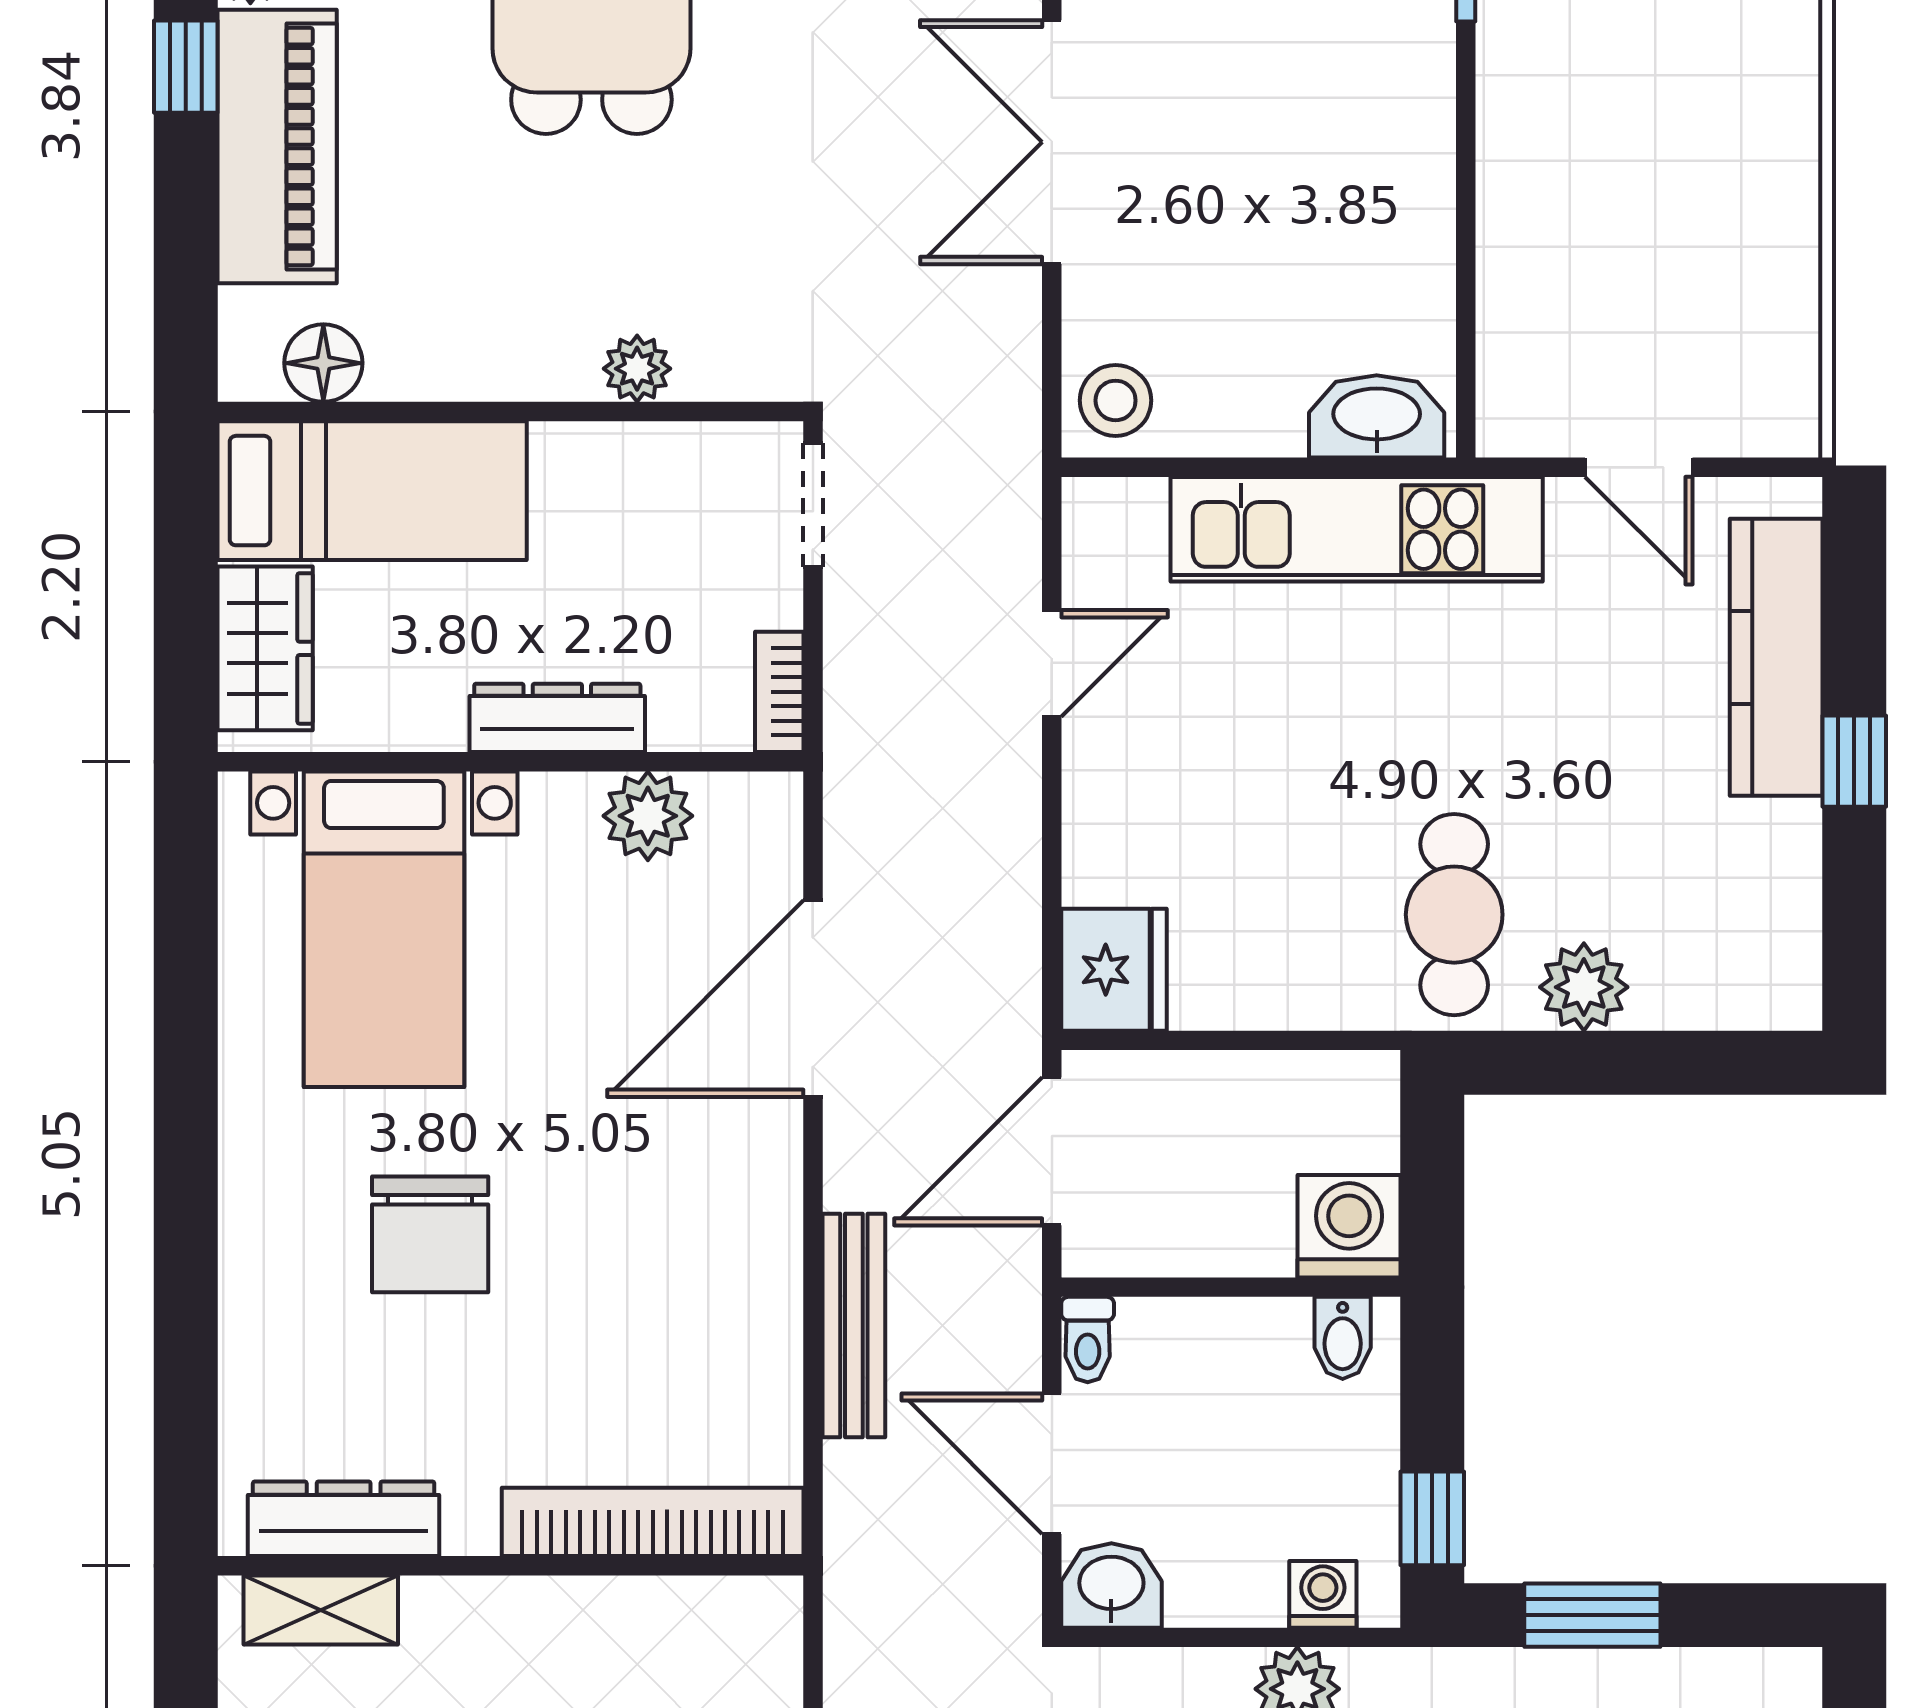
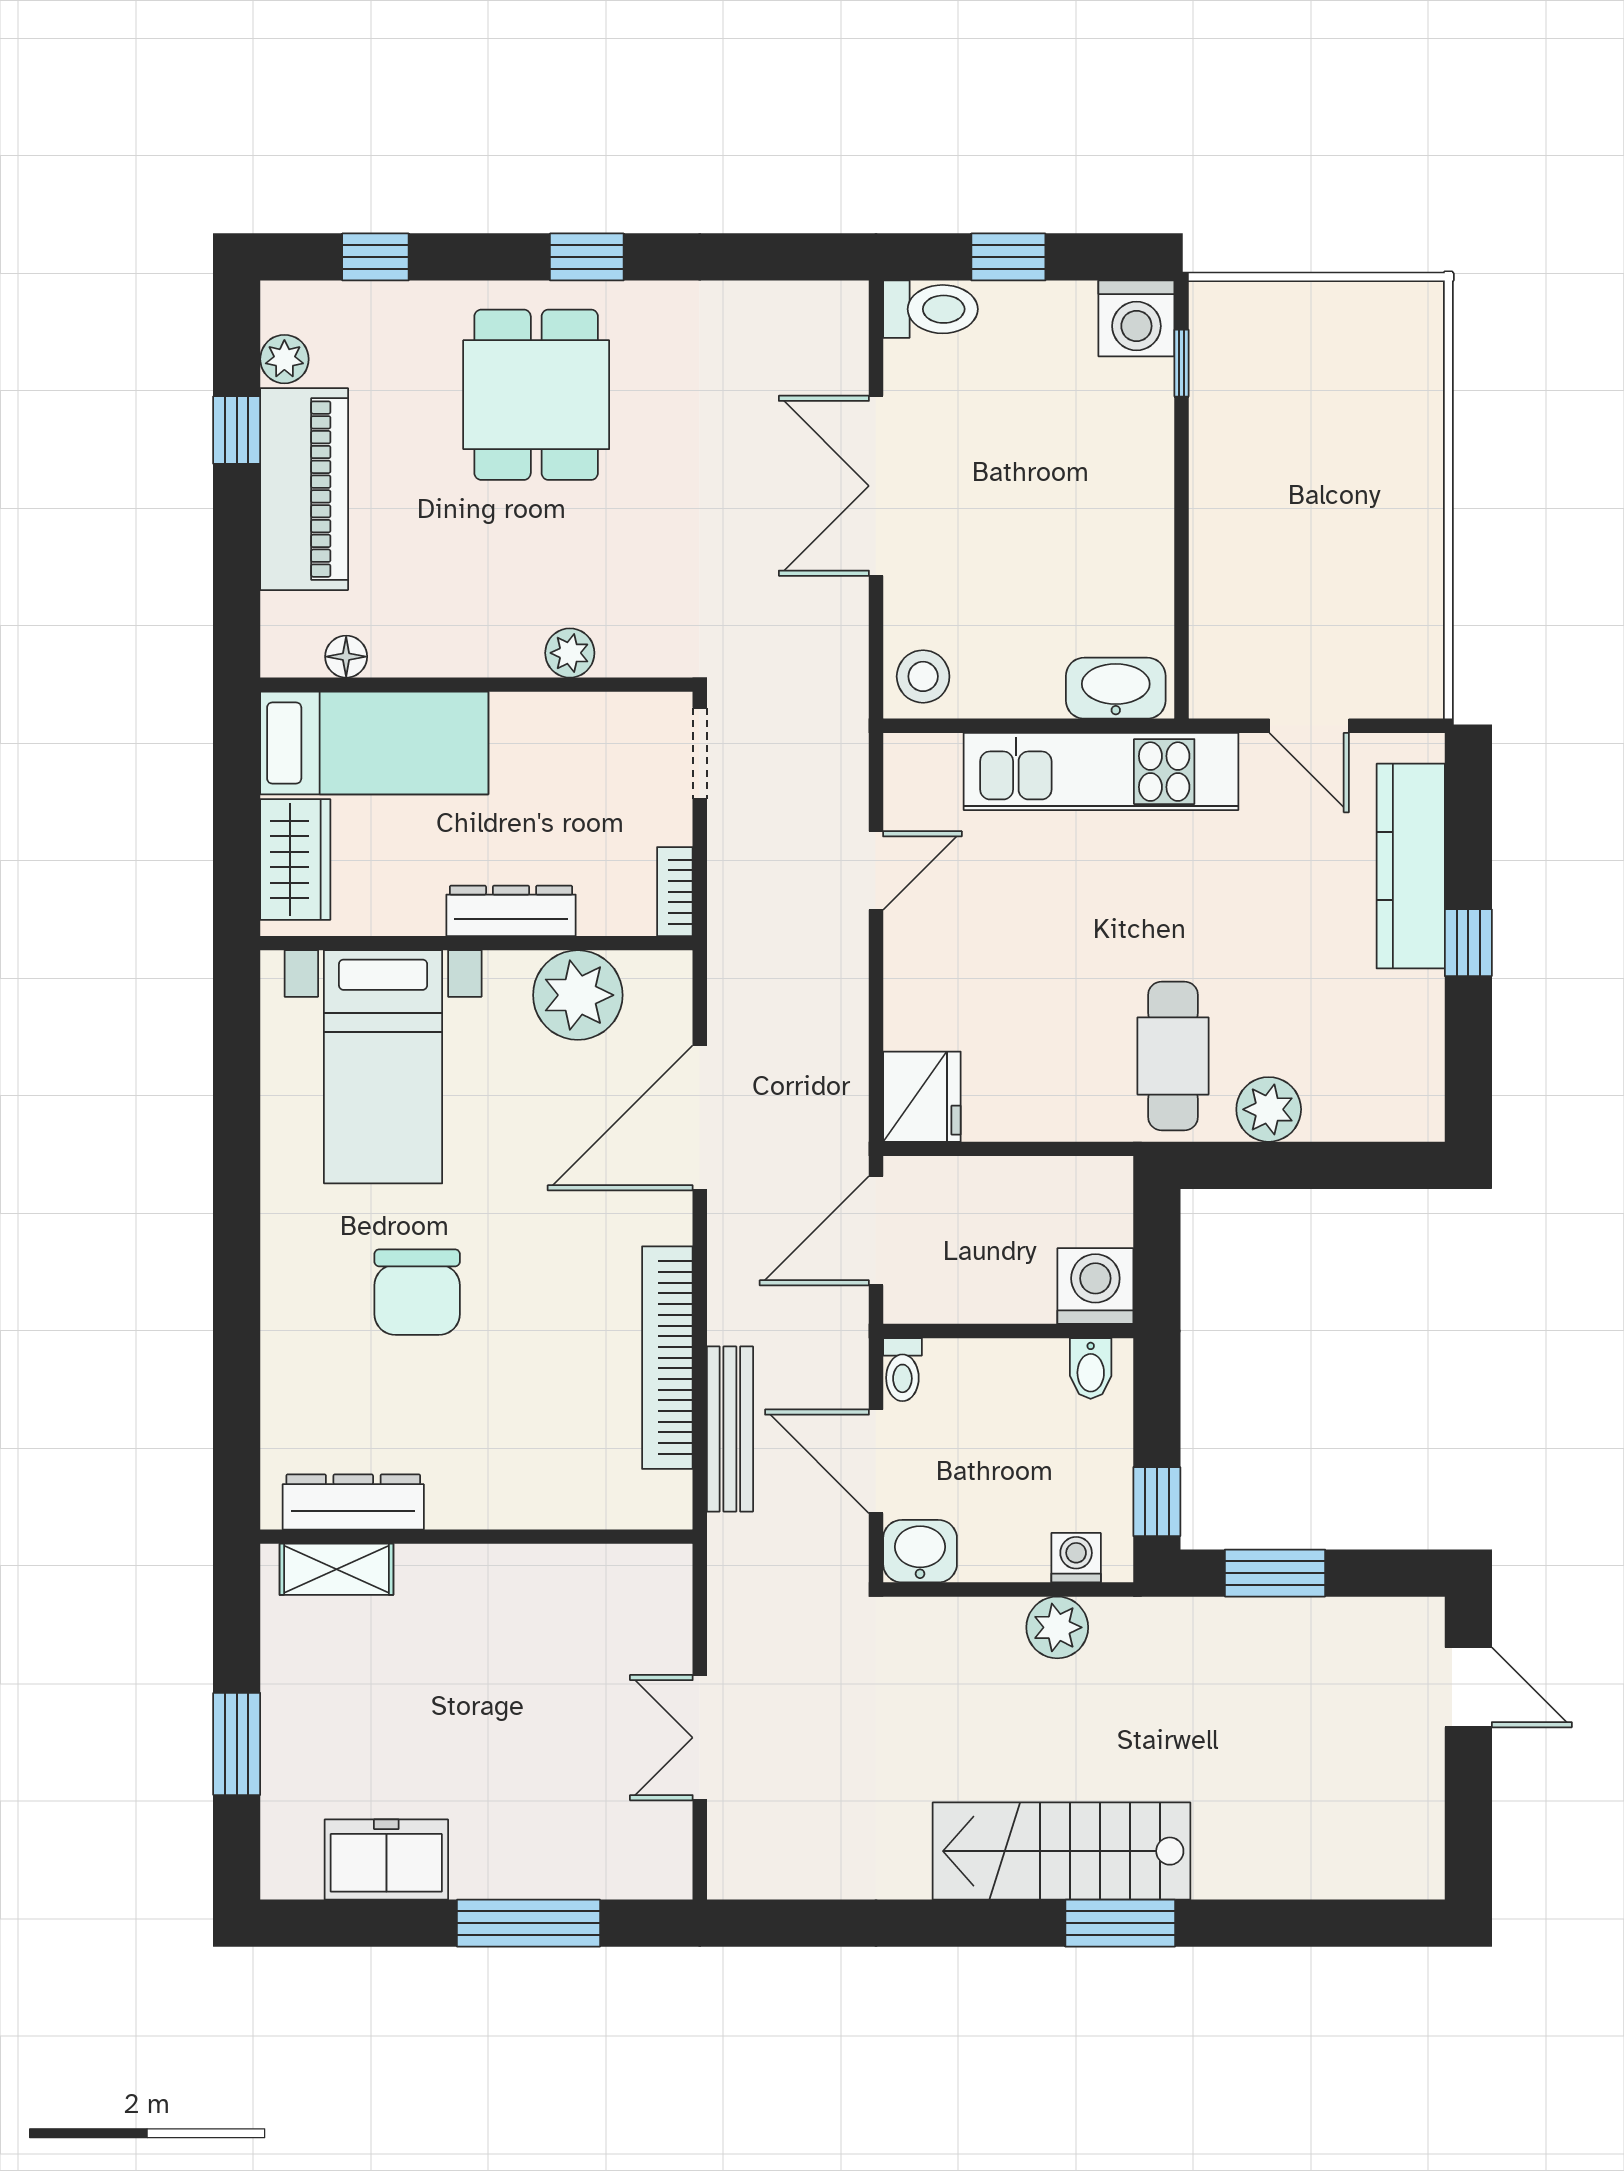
floor lamp: (323, 363) -> (346, 657), width x0.73, depth x0.73
plant: (648, 816) -> (578, 995), width x1.36, depth x1.36
bench: (854, 1326) -> (730, 1429), moved
bookcase: (653, 1522) -> (667, 1358), moved, turned -90

